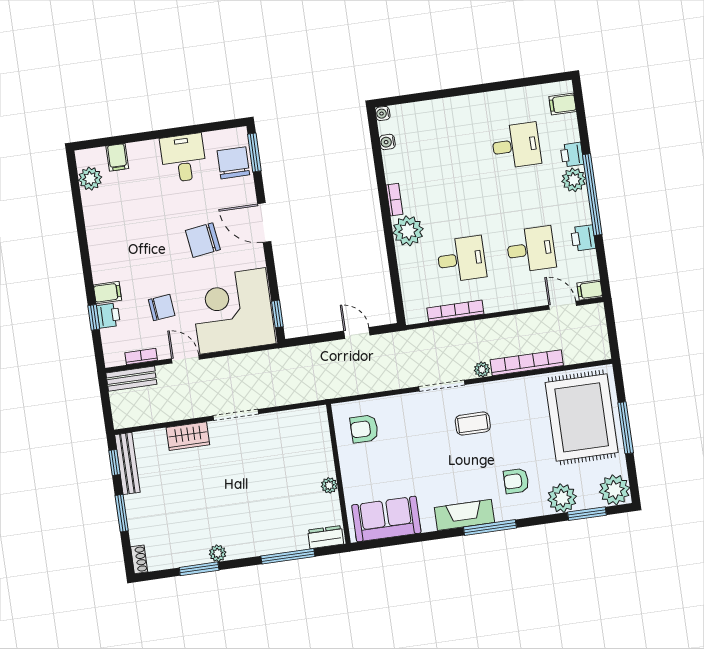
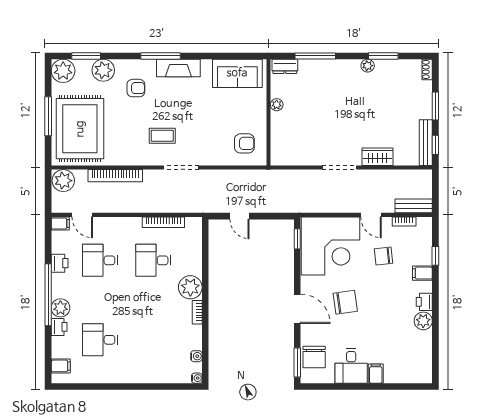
filing cabinet: (117, 157) -> (376, 374), moved
plant: (90, 179) -> (423, 321), moved
printer: (108, 315) -> (424, 302), moved
plant: (482, 369) -> (63, 181), moved, width x1.88, depth x1.88

